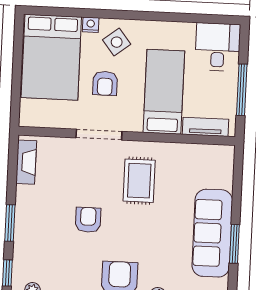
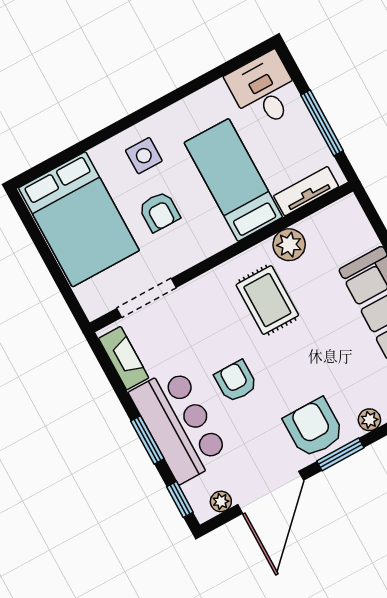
nightstand: (91, 25) -> (102, 154), removed
side table: (117, 42) -> (144, 156), turned 38
doorway: (99, 135) -> (146, 298), moved
plant: (174, 154) -> (289, 245), added
bar counter: (36, 226) -> (179, 425), added

